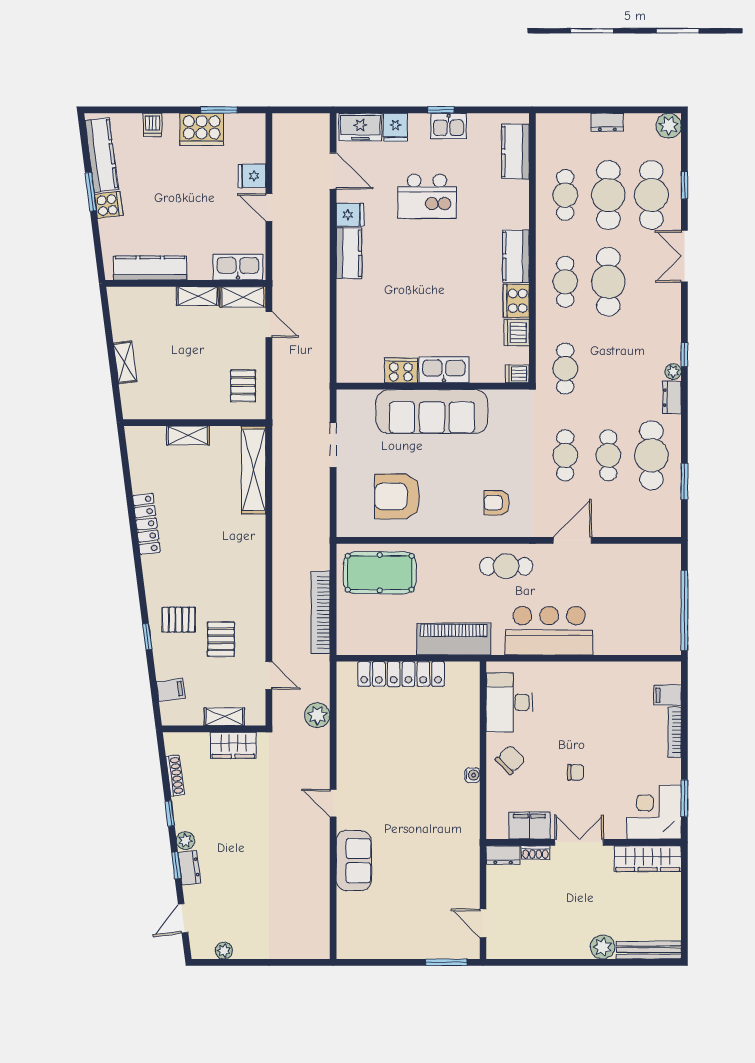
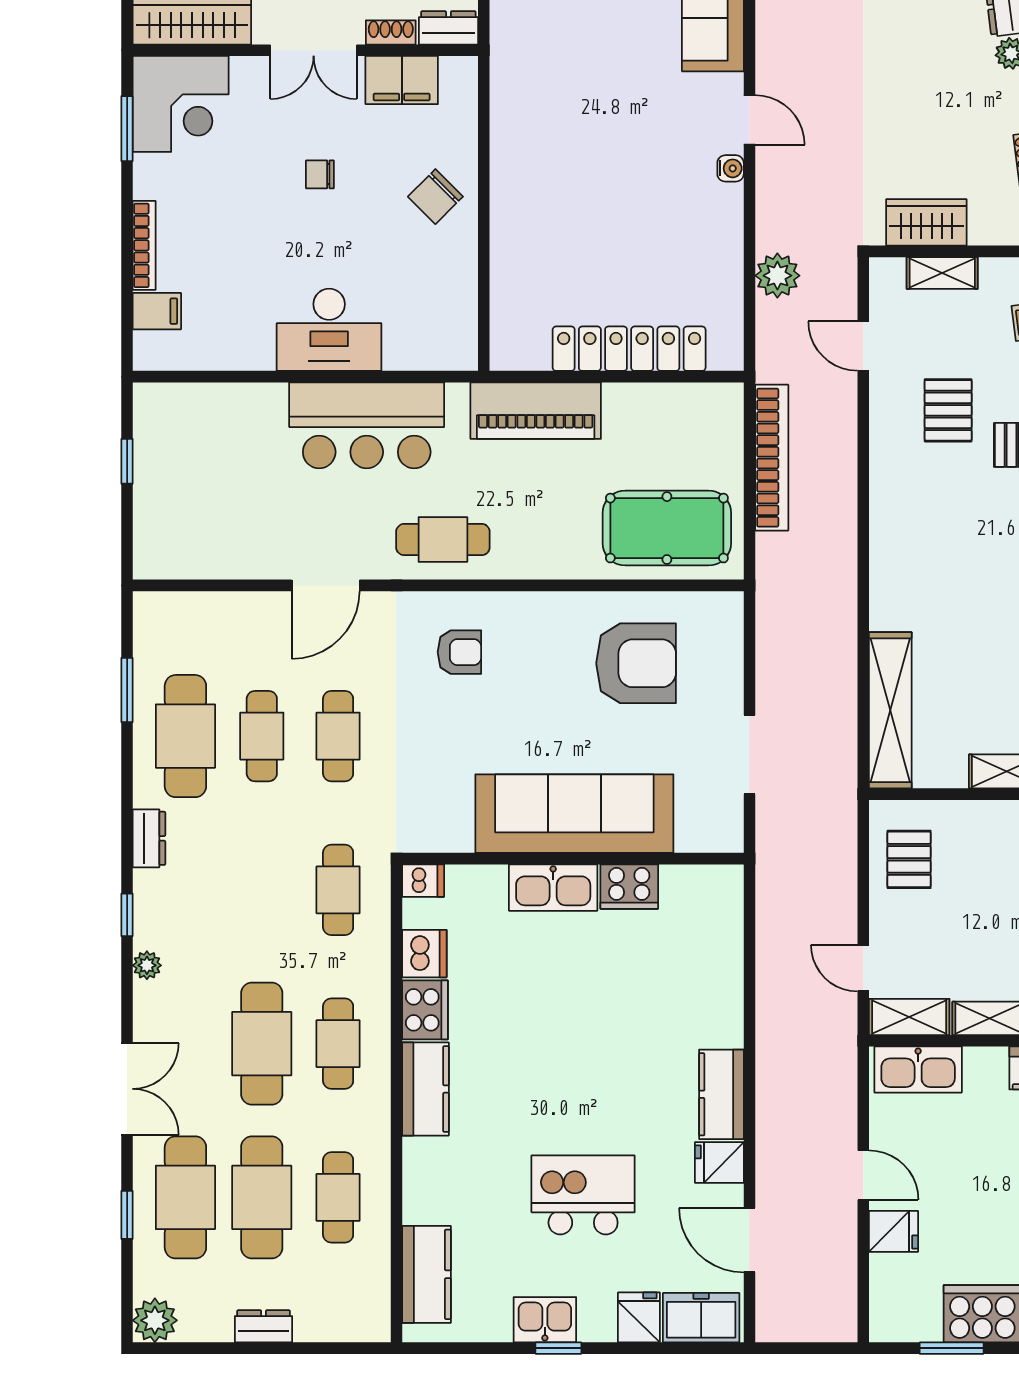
plant: (673, 372) -> (147, 965), moved
window: (684, 610) -> (127, 461), width x0.32
desk: (509, 702) -> (329, 330), moved, turned 90
water cooler: (472, 775) -> (731, 168), moved, turned 180

